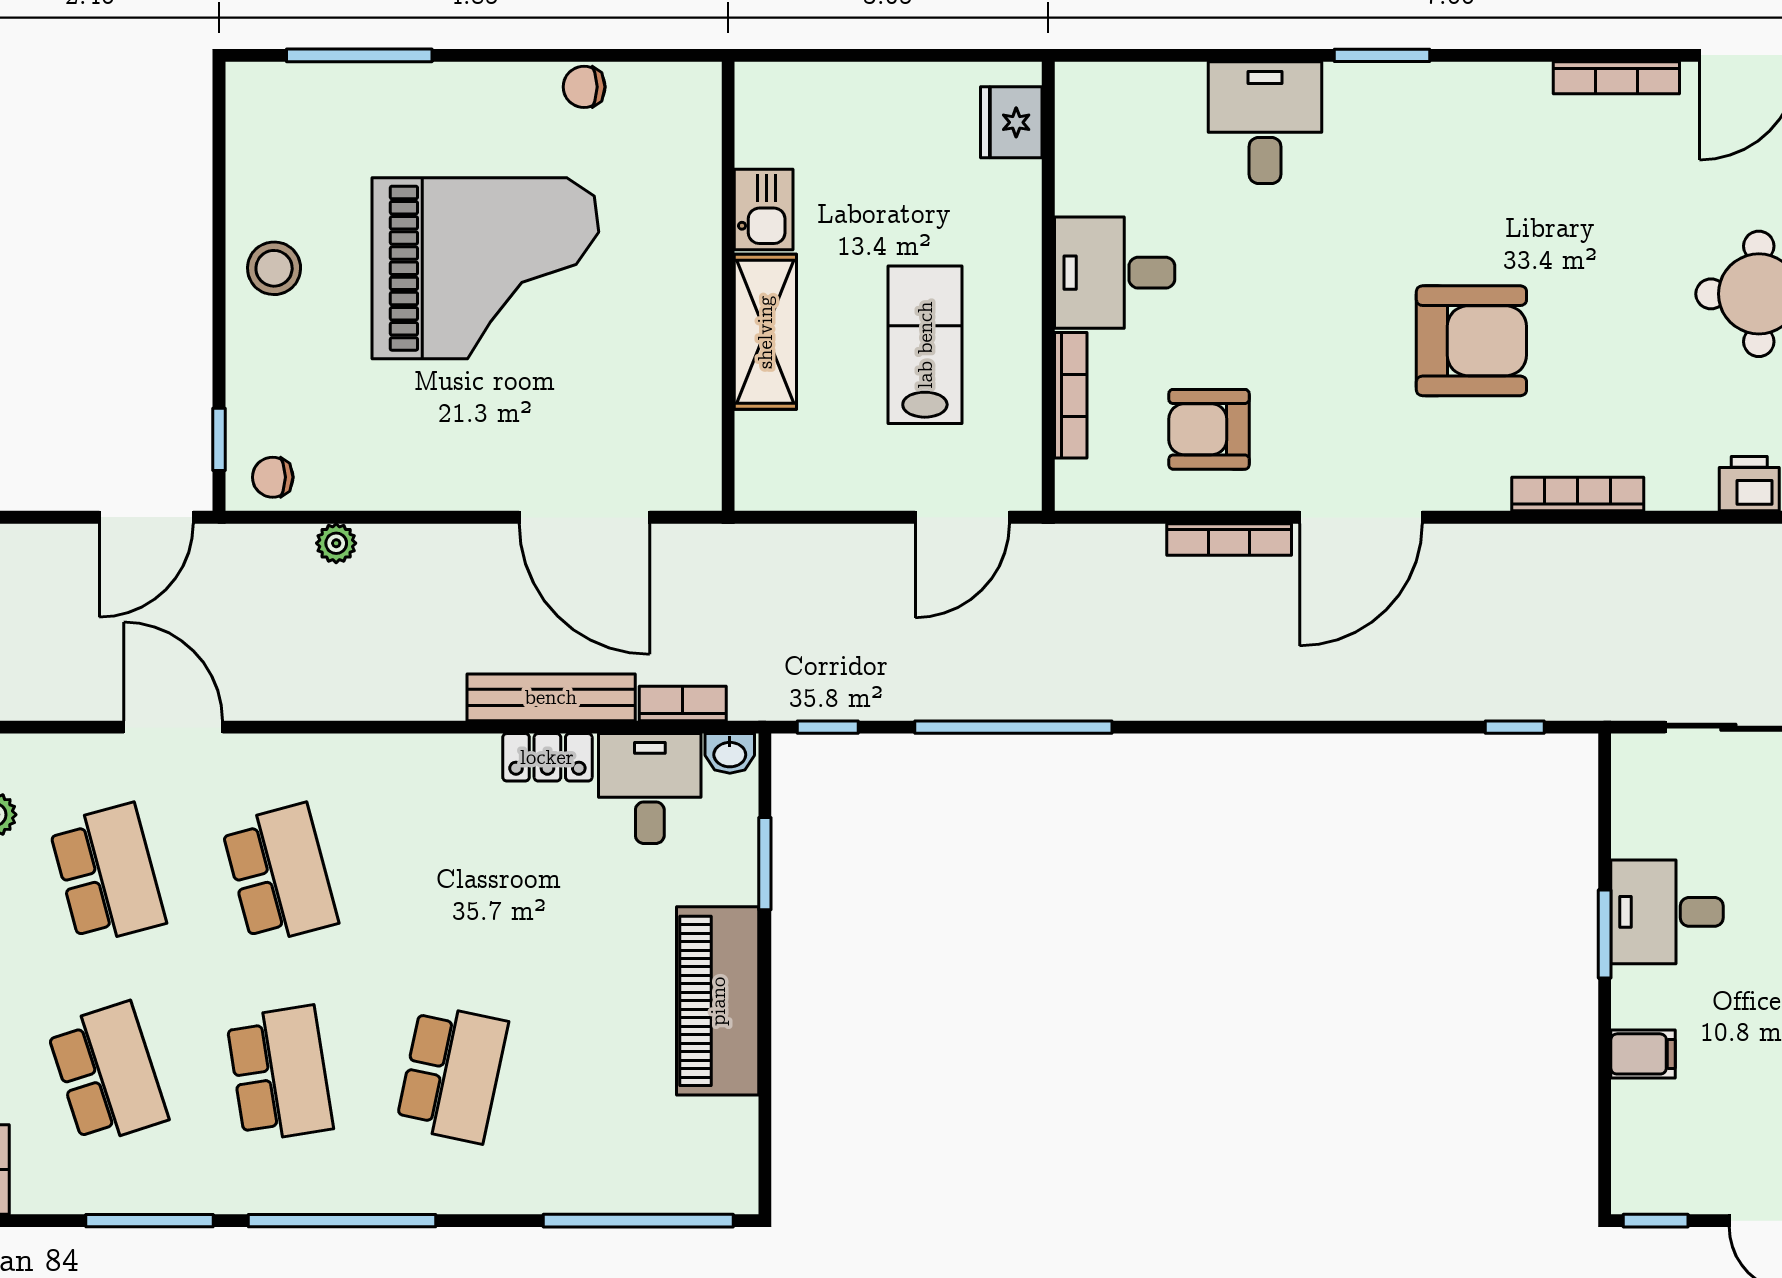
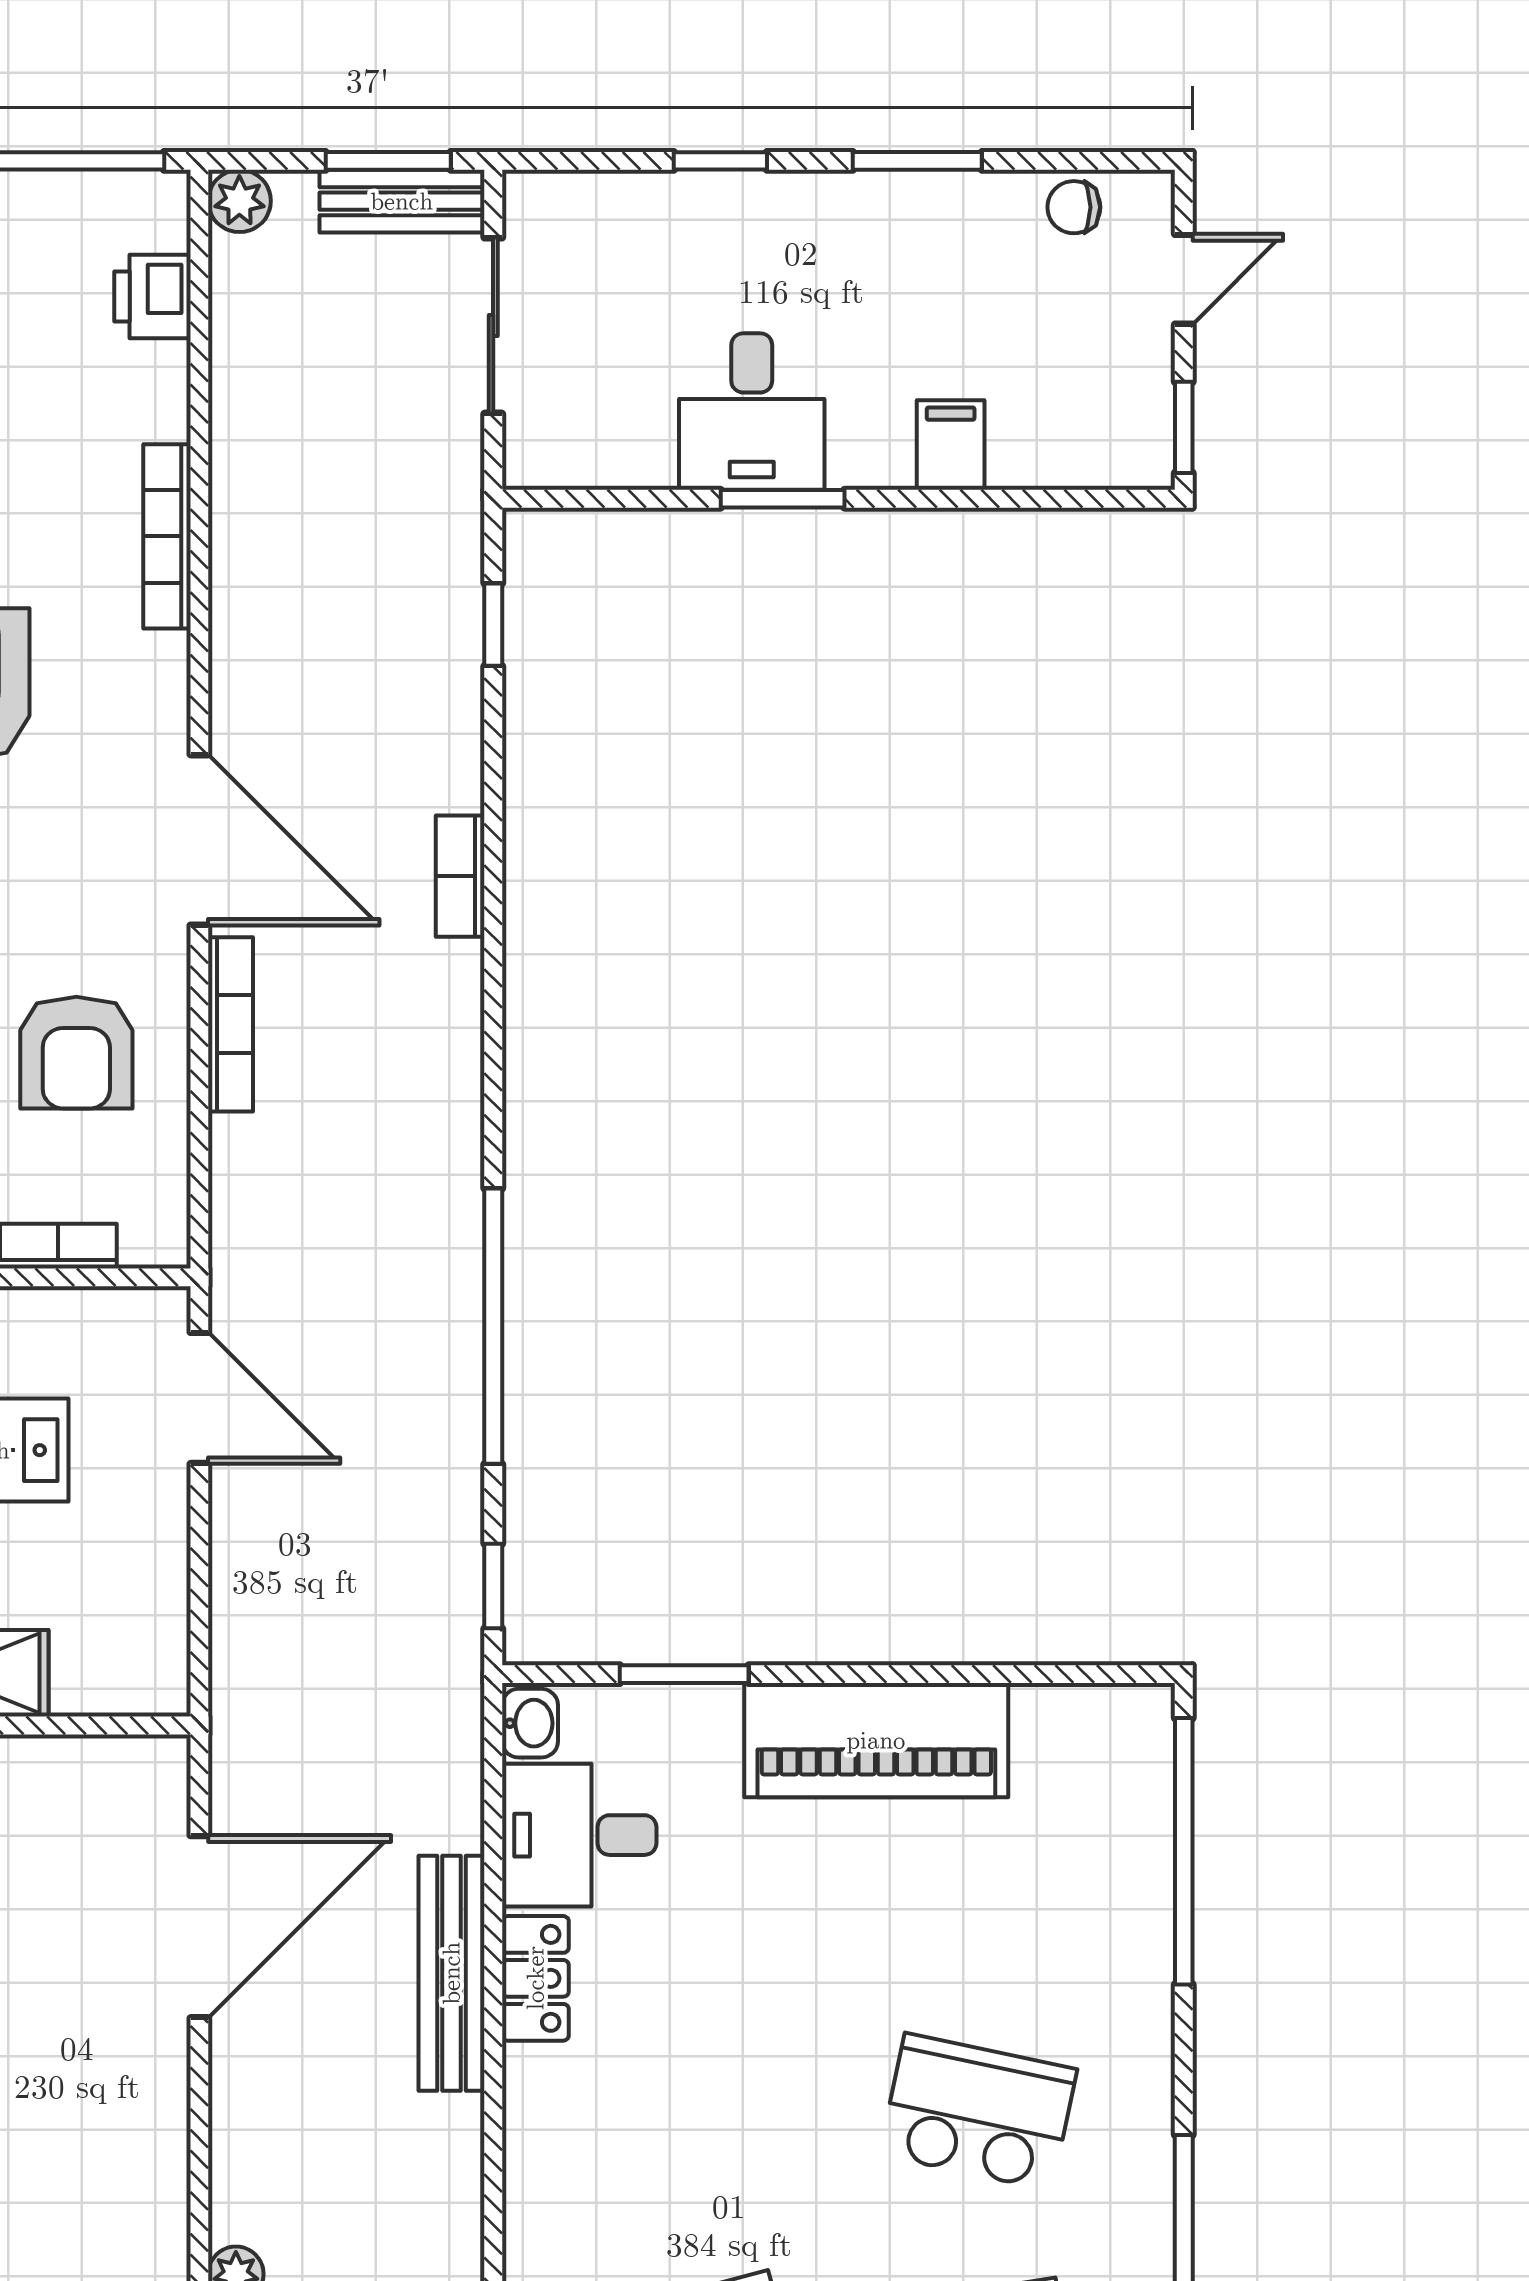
bookcase: (683, 704) -> (460, 876), moved

